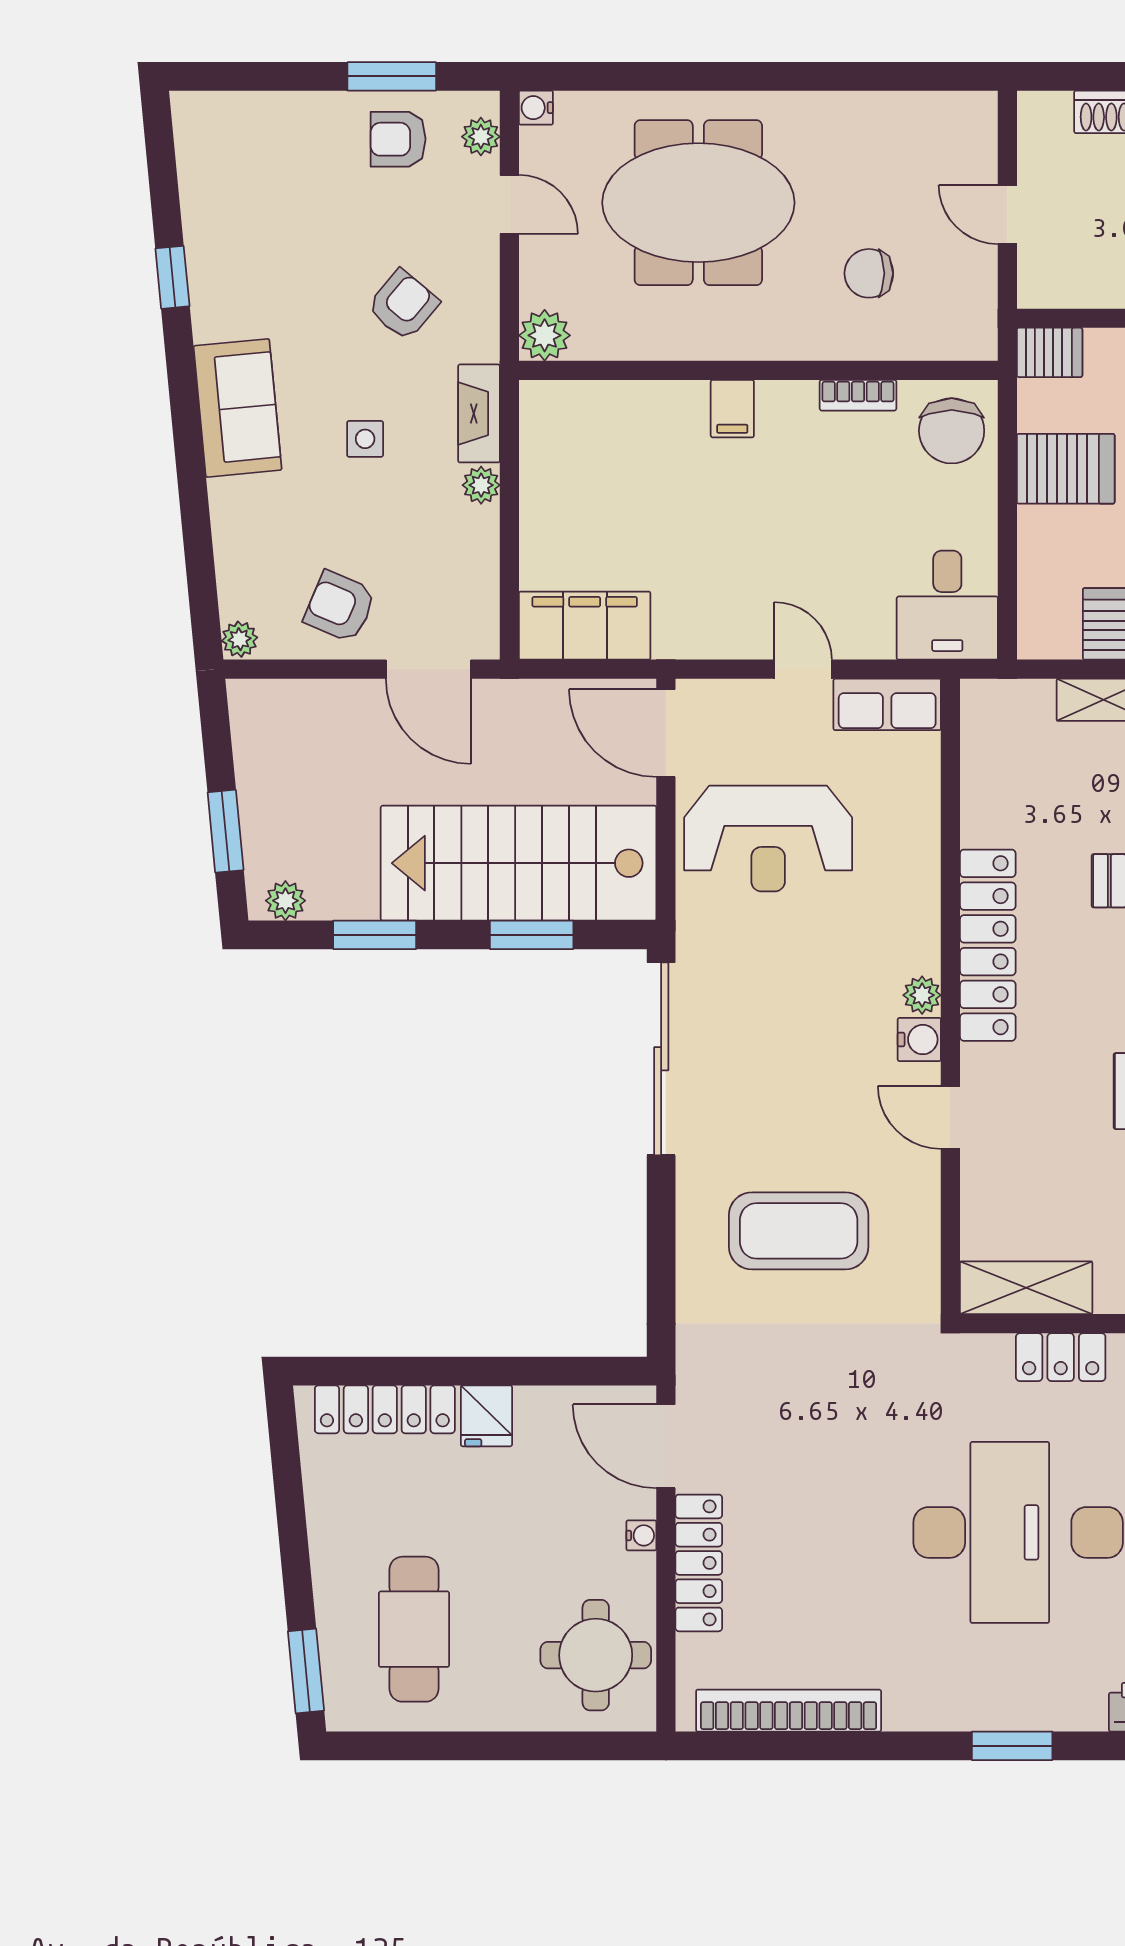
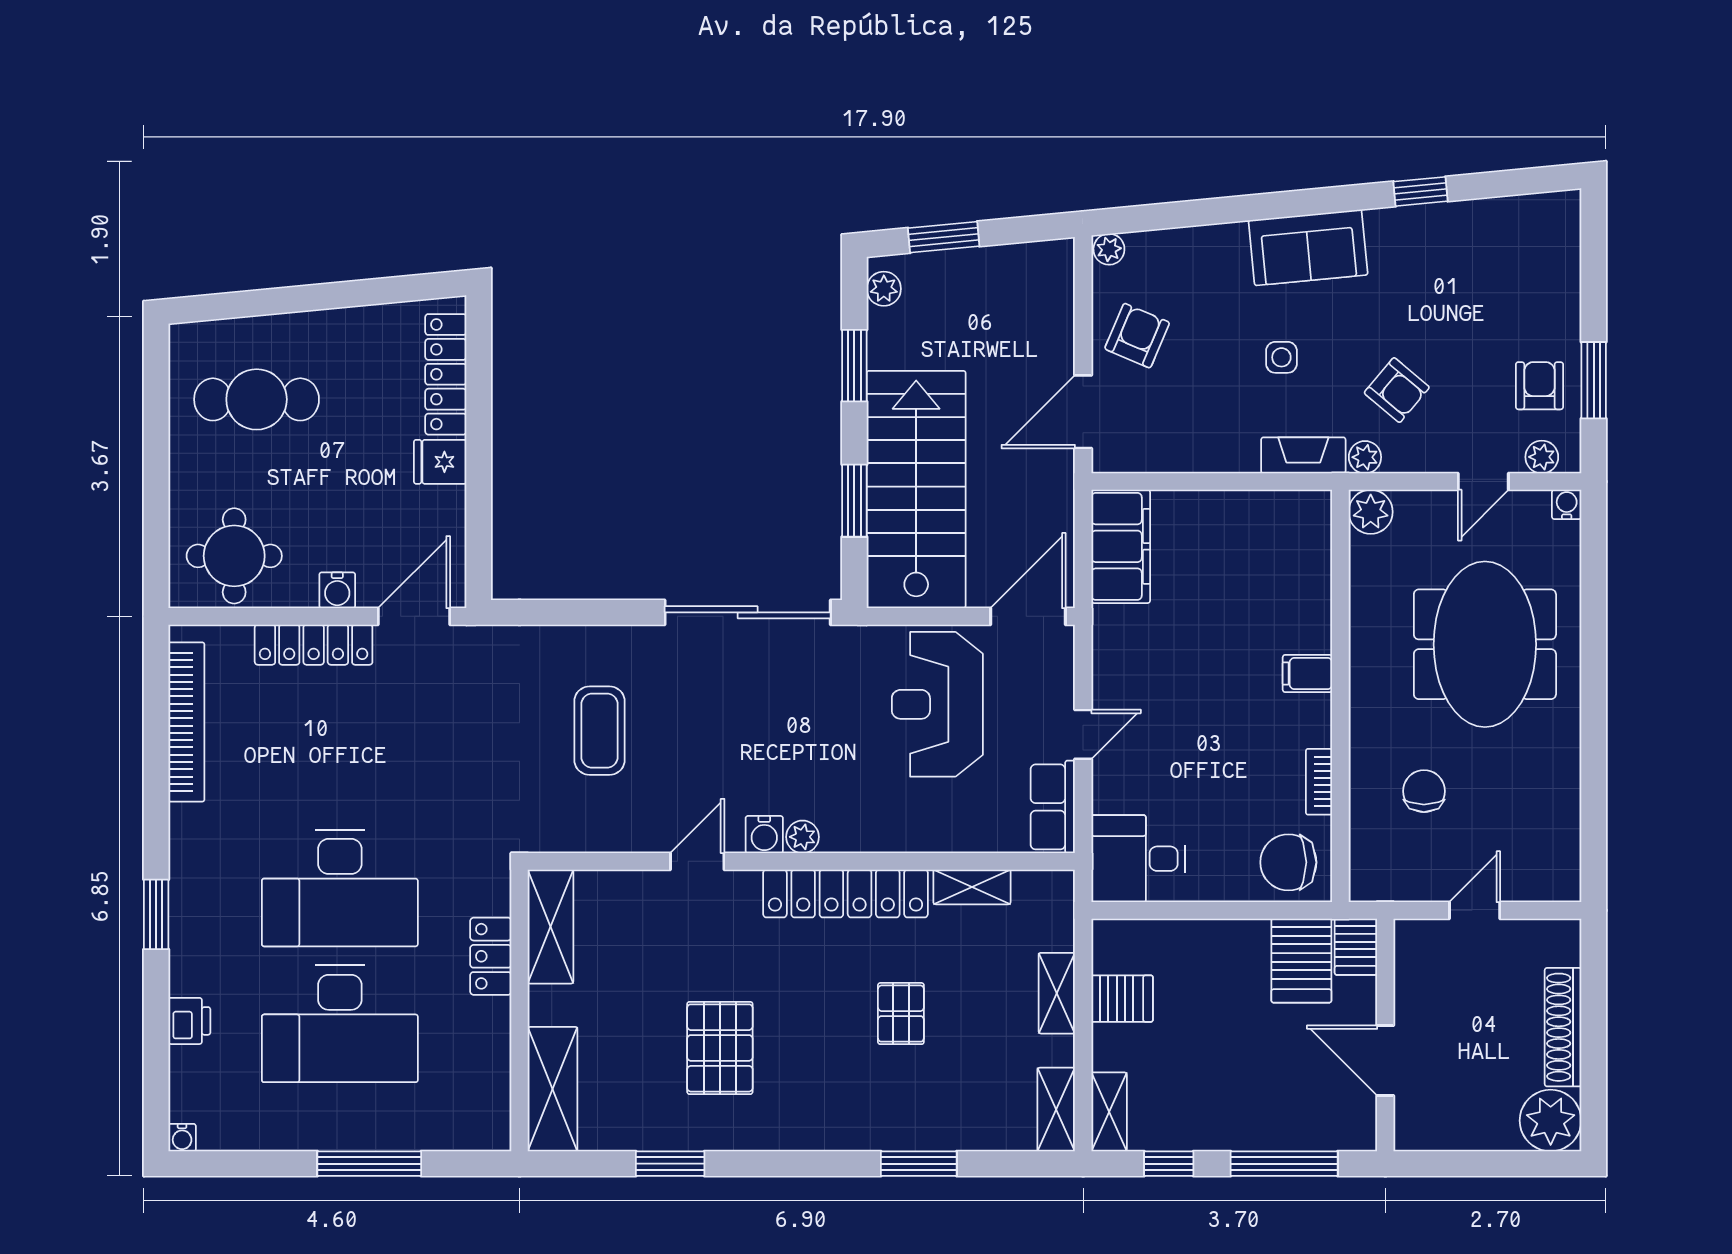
server rack: (1066, 469) -> (1301, 961), moved
plant: (481, 485) -> (1365, 457), moved
shelving: (980, 798) -> (972, 887), added
coffee table: (799, 1231) -> (600, 731), width x0.73, depth x0.76
water cooler: (641, 1535) -> (337, 590), width x1.38, depth x1.38
window: (306, 1671) -> (221, 306), removed

